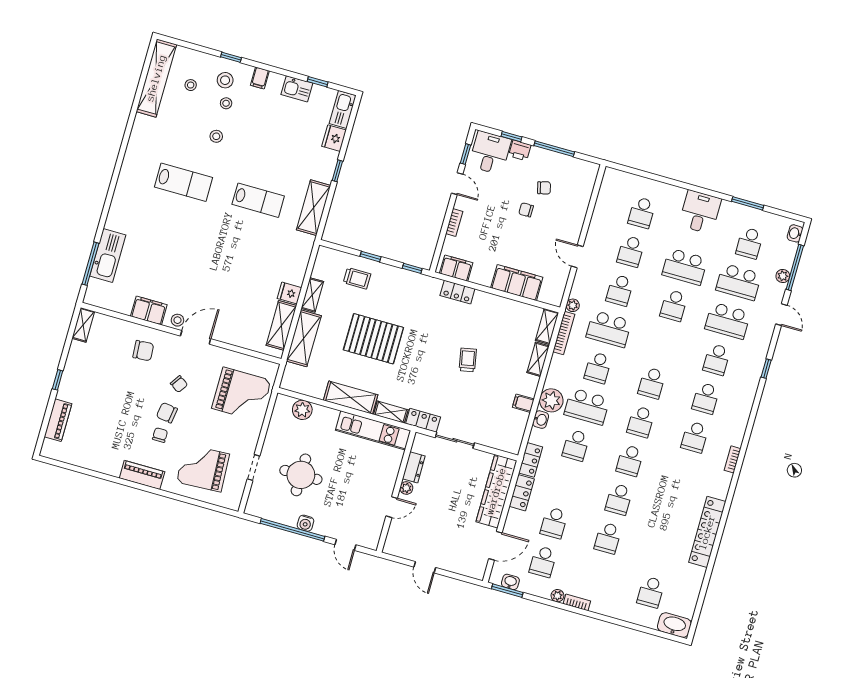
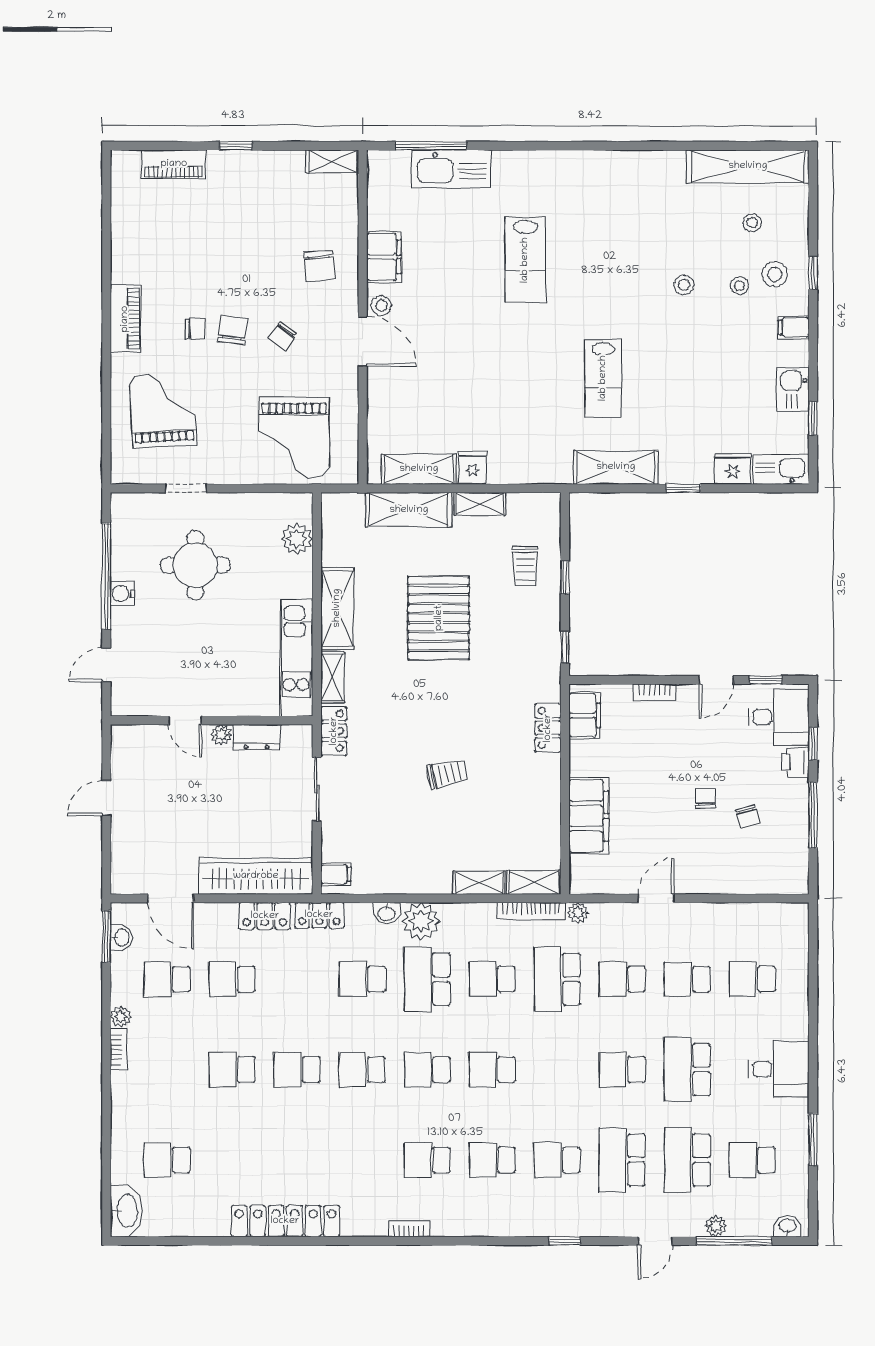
lab bench: (183, 182) -> (525, 260), moved
filing cabinet: (523, 403) -> (336, 874), moved, turned 90

